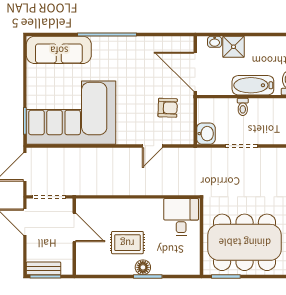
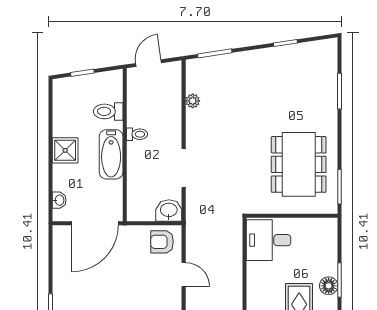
shower: (233, 47) -> (65, 150), moved
toilet: (243, 107) -> (137, 134), moved
armchair: (168, 108) -> (162, 242), moved, turned -92
dining table: (245, 242) -> (299, 164), width x0.73, depth x0.80

